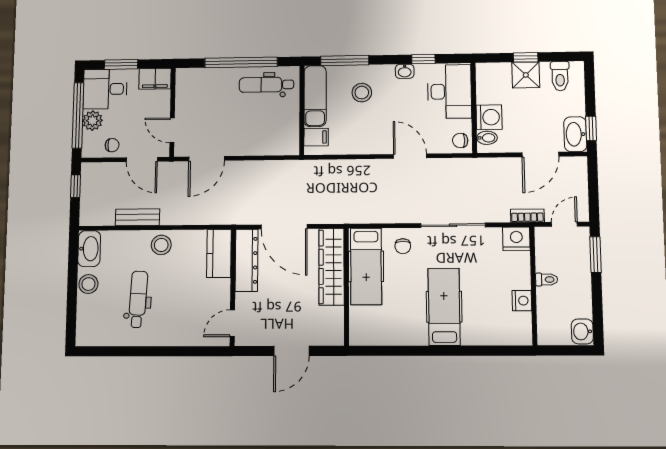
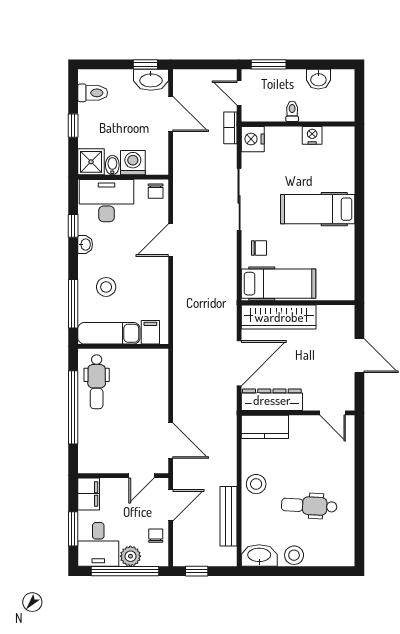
shower: (526, 75) -> (91, 162), moved
bidet: (487, 138) -> (112, 165), moved
bench: (137, 217) -> (228, 516), width x1.36
washbasin: (582, 331) -> (318, 79), moved

